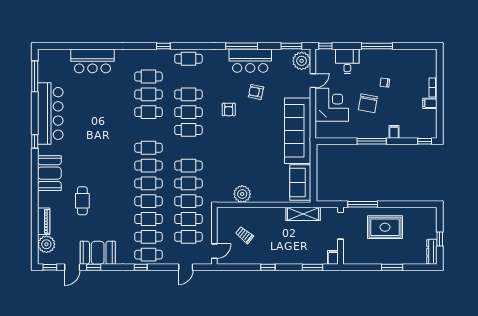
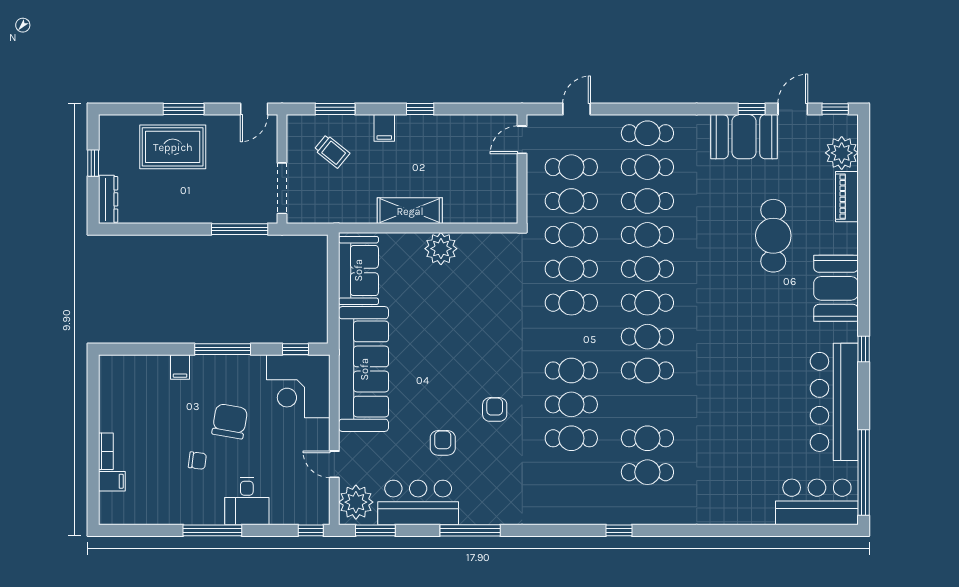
cafe table: (188, 59) -> (571, 506), removed
bar counter: (92, 61) -> (817, 502), moved
bar counter: (250, 61) -> (418, 502), moved
desk: (347, 61) -> (247, 501), moved
window: (35, 76) -> (864, 472), width x1.46
door: (313, 81) -> (334, 464), hinge flipped
armchair: (256, 92) -> (443, 443), turned -102
filing cabinet: (430, 103) -> (112, 481), moved
corner desk: (332, 105) -> (298, 386), moved
cafe table: (148, 112) -> (647, 370), moved
window: (425, 141) -> (295, 349), moved
plant: (242, 194) -> (441, 249), moved
cafe table: (82, 201) -> (773, 236), width x1.37, depth x1.35
shelving: (303, 214) -> (410, 211), moved
rug: (385, 227) -> (173, 147), moved
trolley: (244, 235) -> (332, 151), moved
dresser: (432, 252) -> (108, 199), moved
filing cabinet: (333, 257) -> (384, 128), moved
window: (141, 267) -> (662, 109), removed
door: (355, 267) -> (254, 109), added

